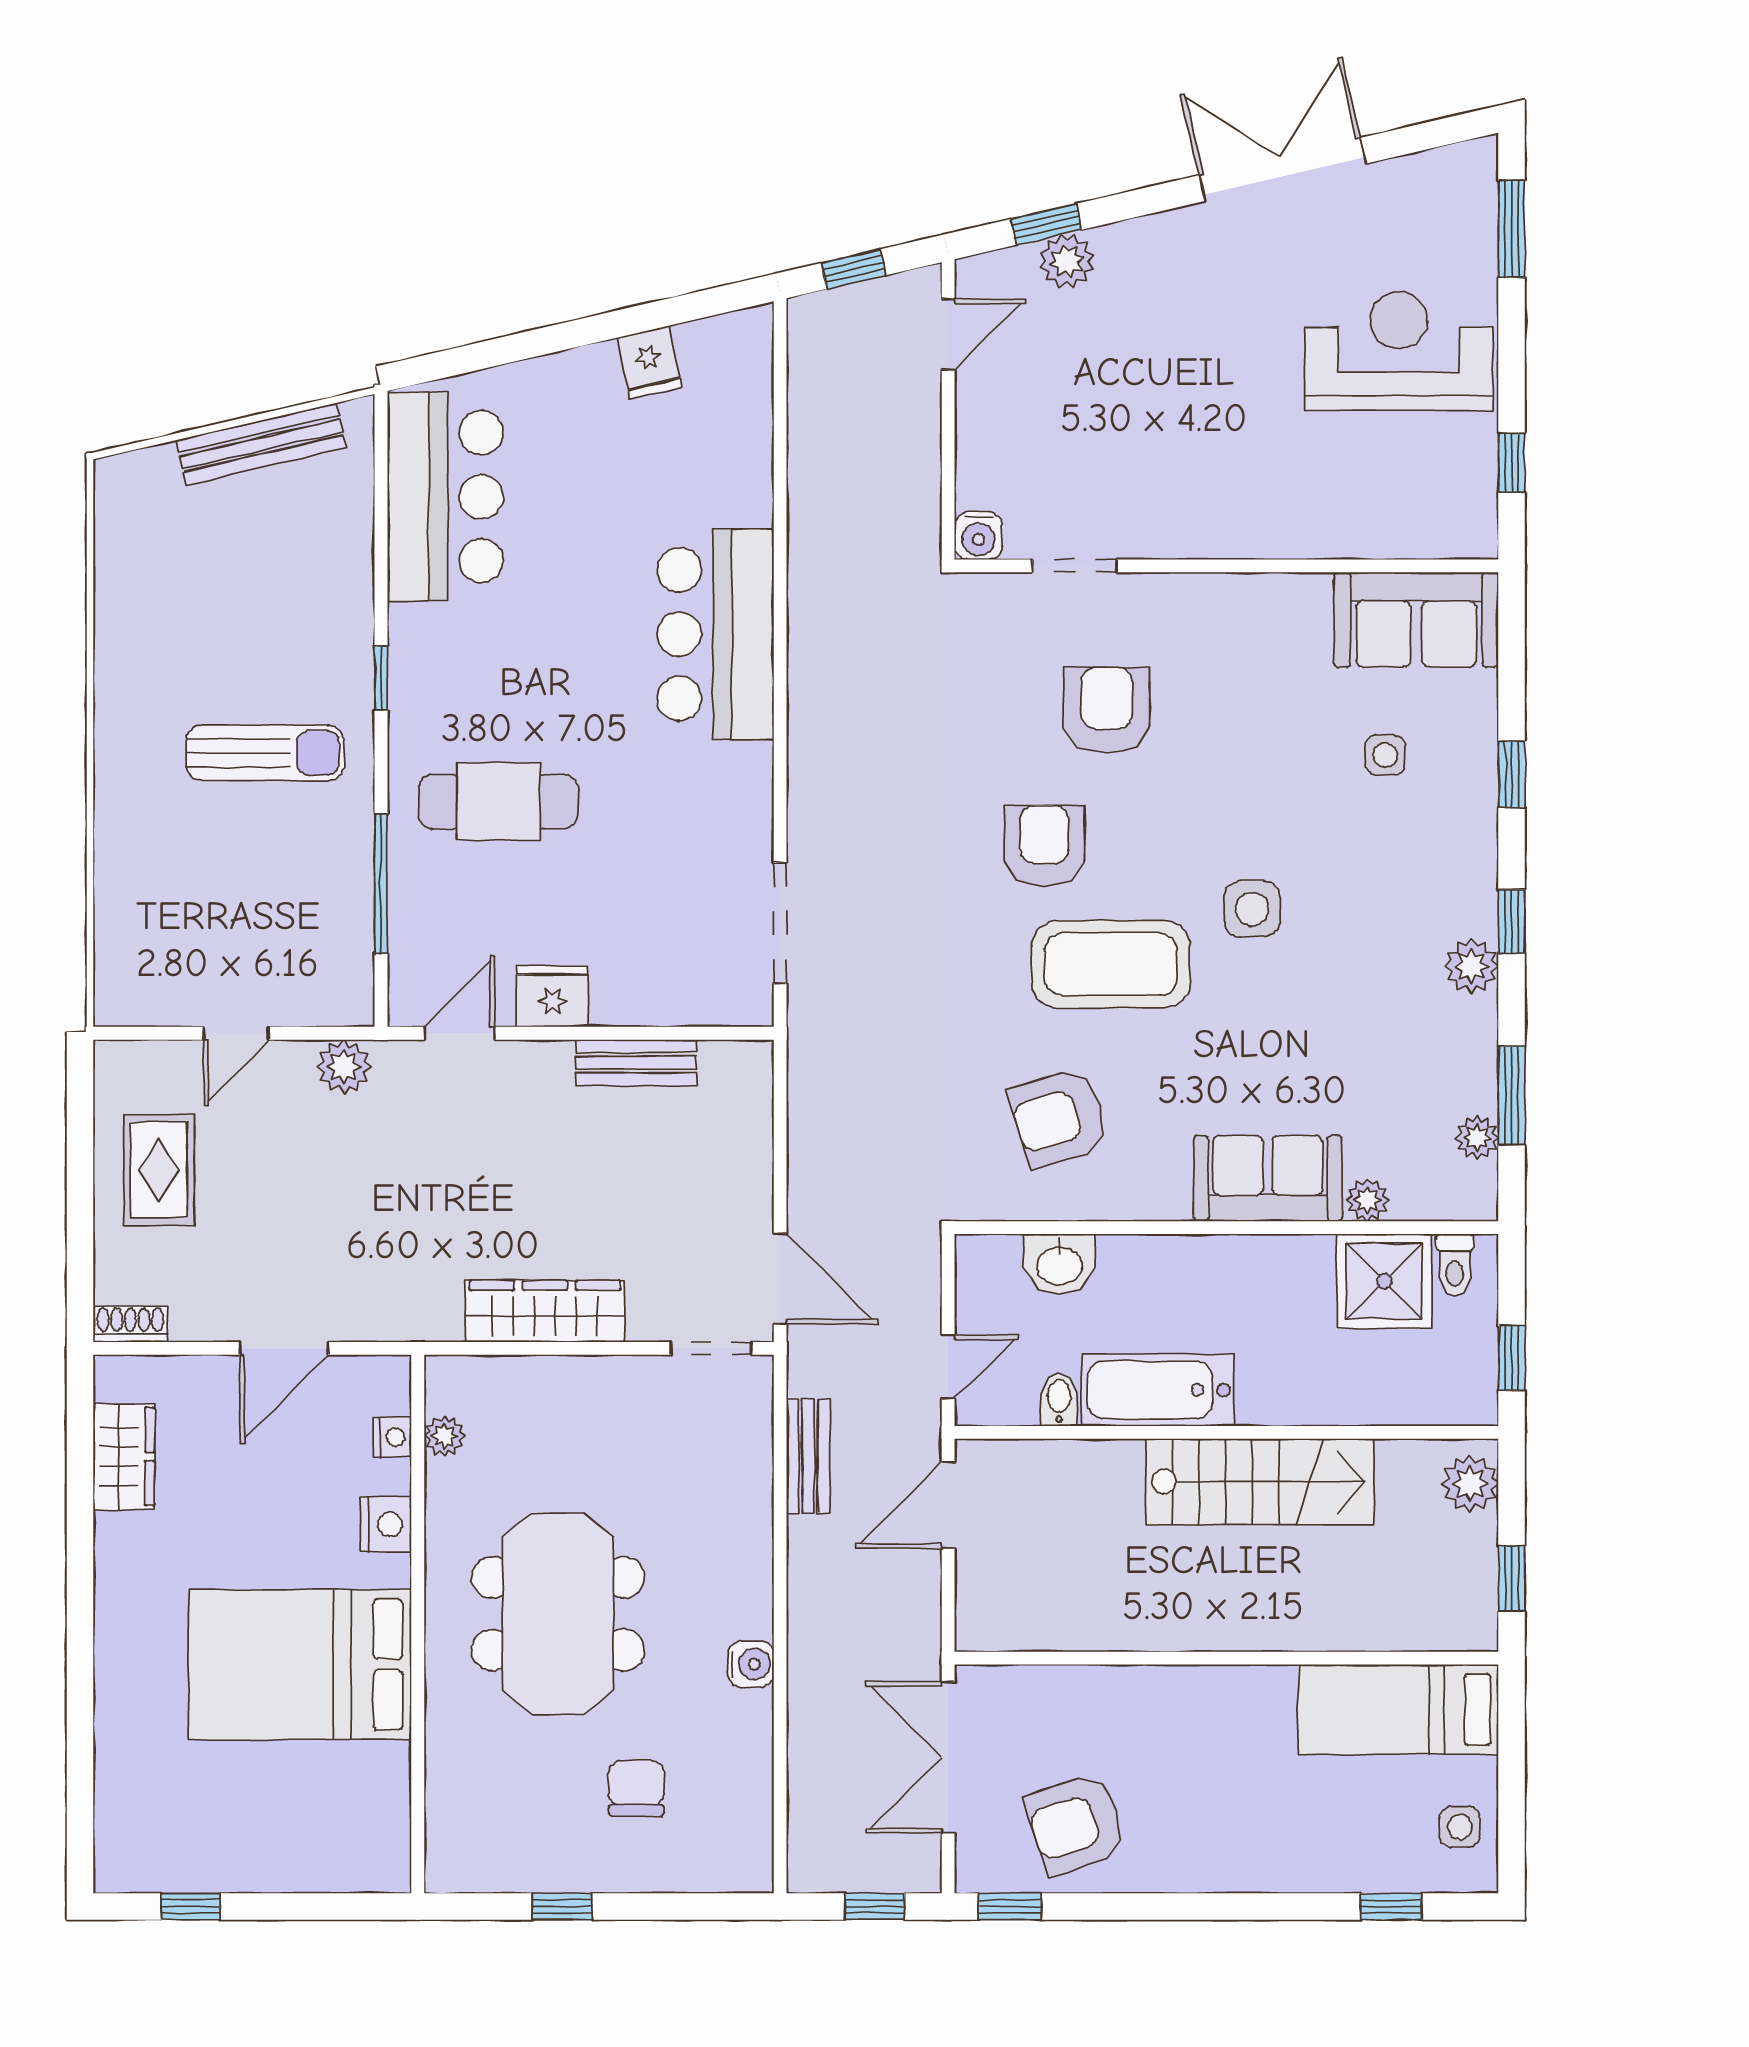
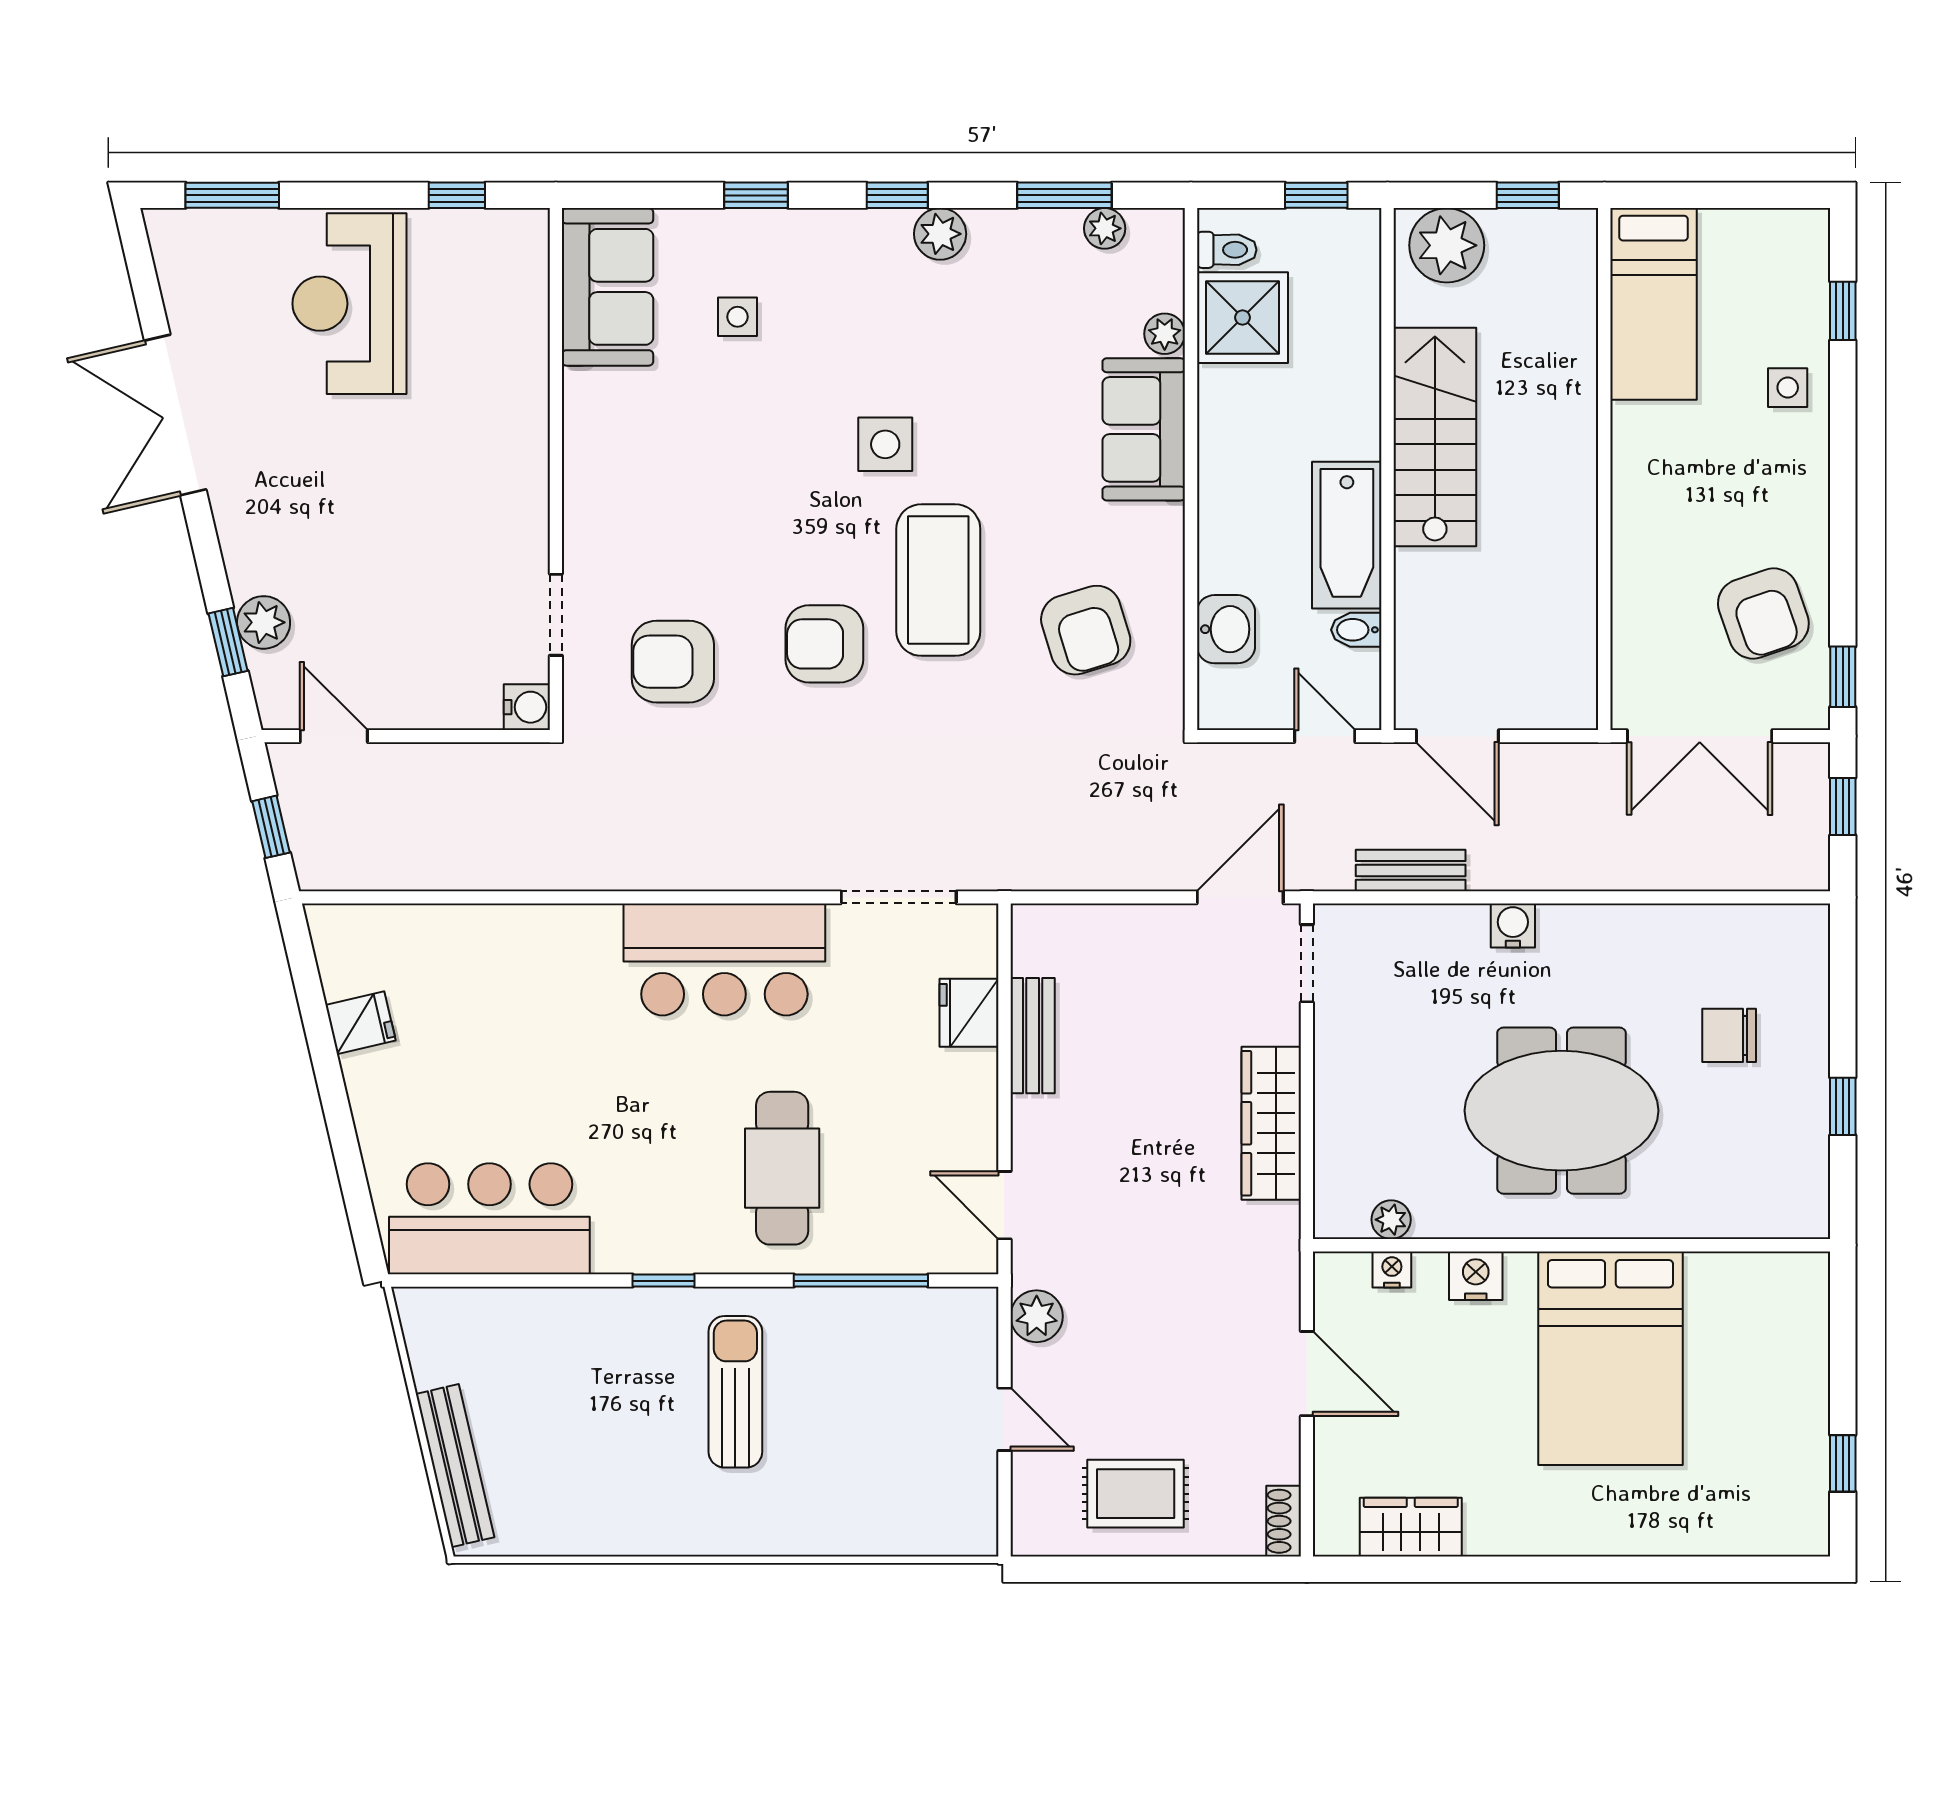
bench: (261, 444) -> (455, 1466), moved
bar counter: (715, 634) -> (724, 960), moved
armchair: (1107, 710) -> (673, 662), moved
fridge: (552, 996) -> (969, 1013), moved
plant: (1470, 1484) -> (1447, 245), width x1.36, depth x1.36
water cooler: (751, 1664) -> (1513, 926), moved
side table: (1460, 1827) -> (1788, 388), moved

